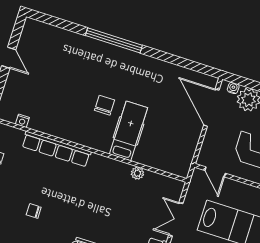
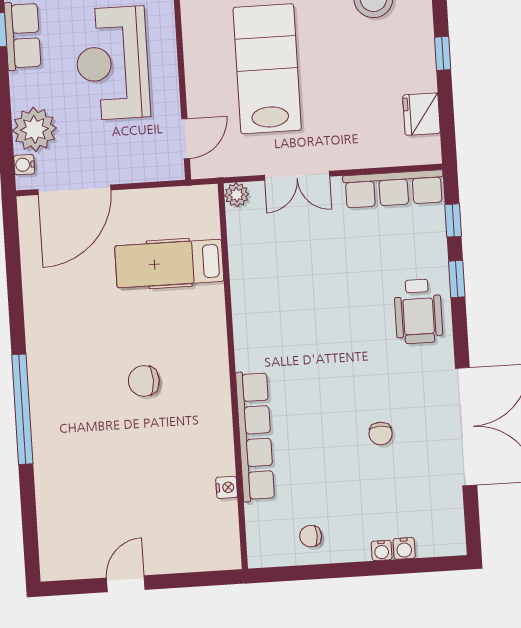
nightstand: (22, 121) -> (227, 487), moved
hospital bed: (128, 131) -> (169, 264), moved
plant: (137, 173) -> (237, 195), moved

